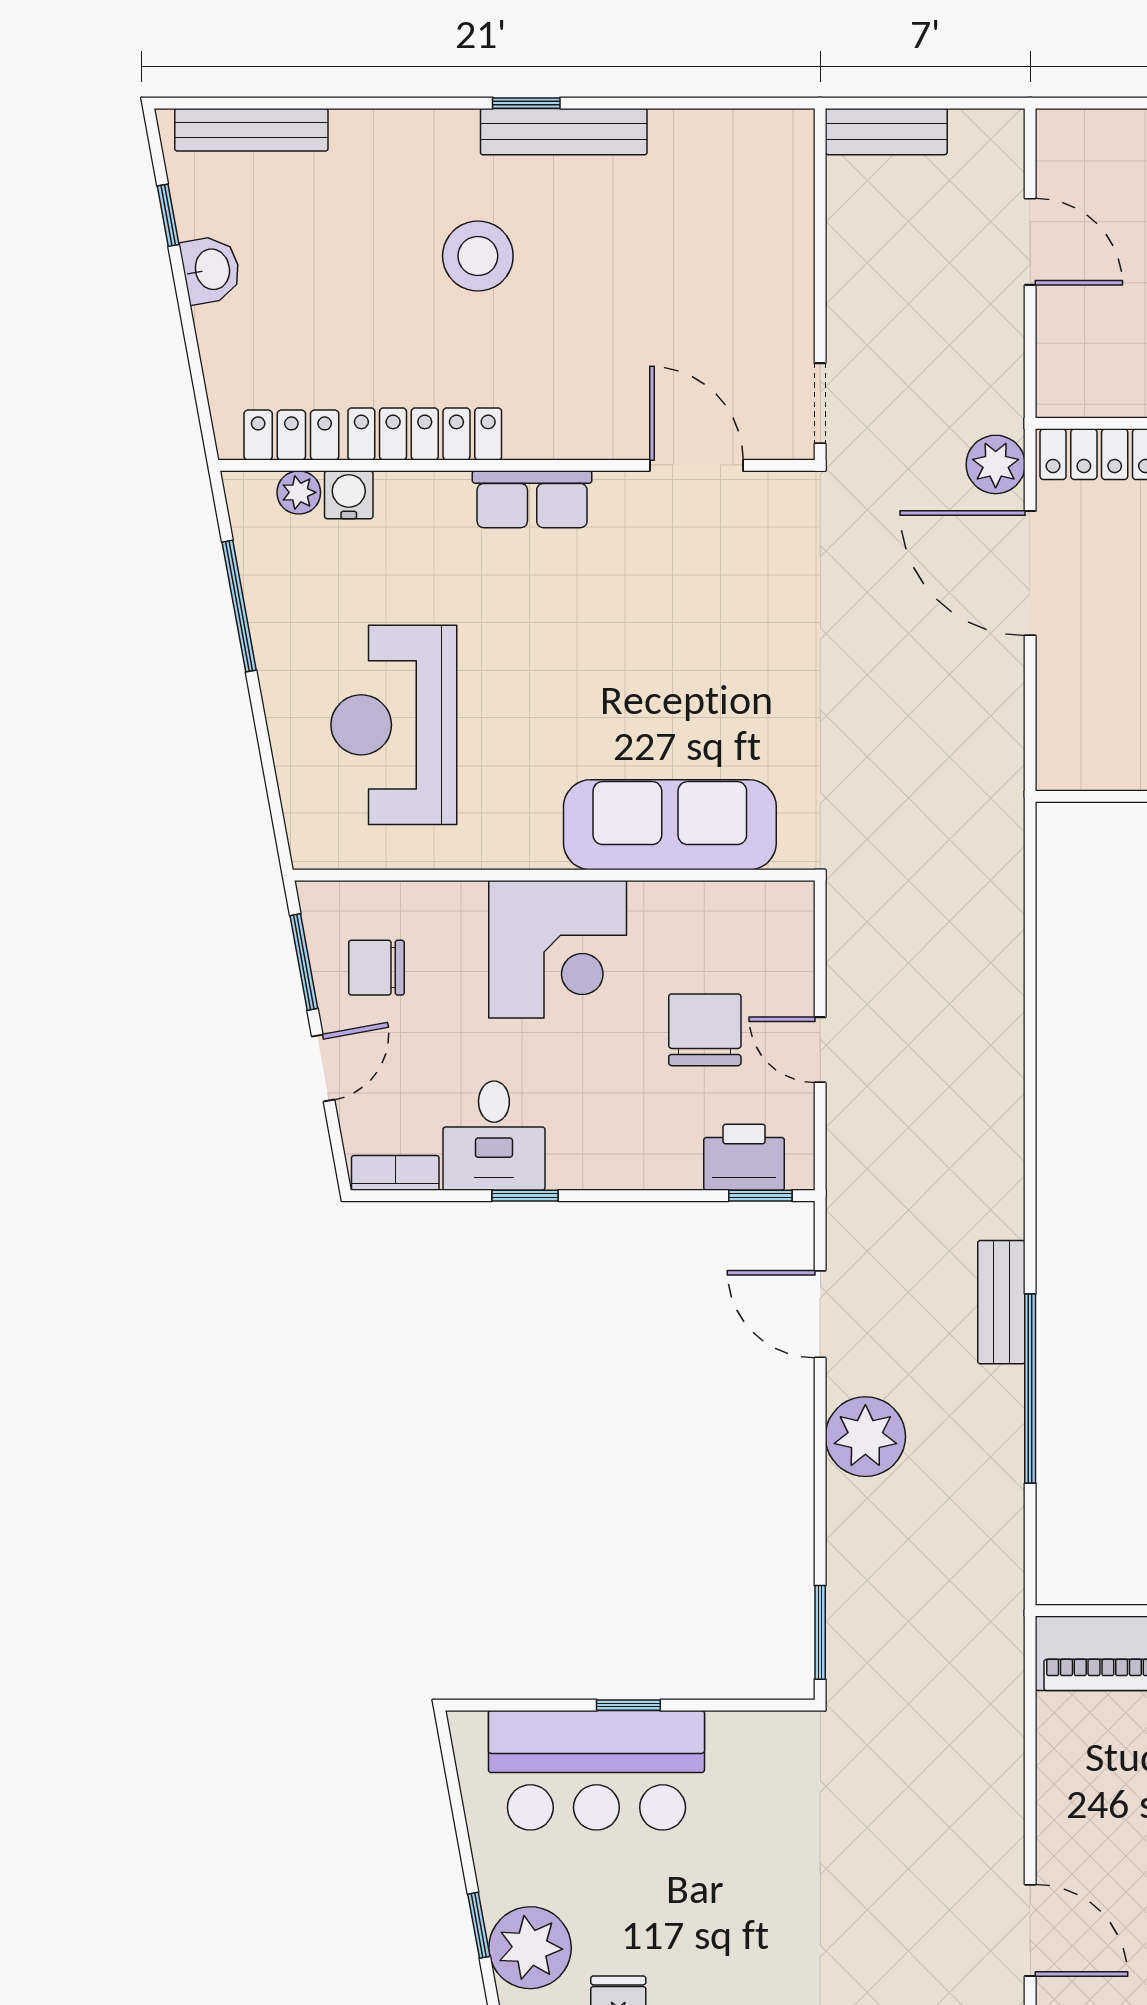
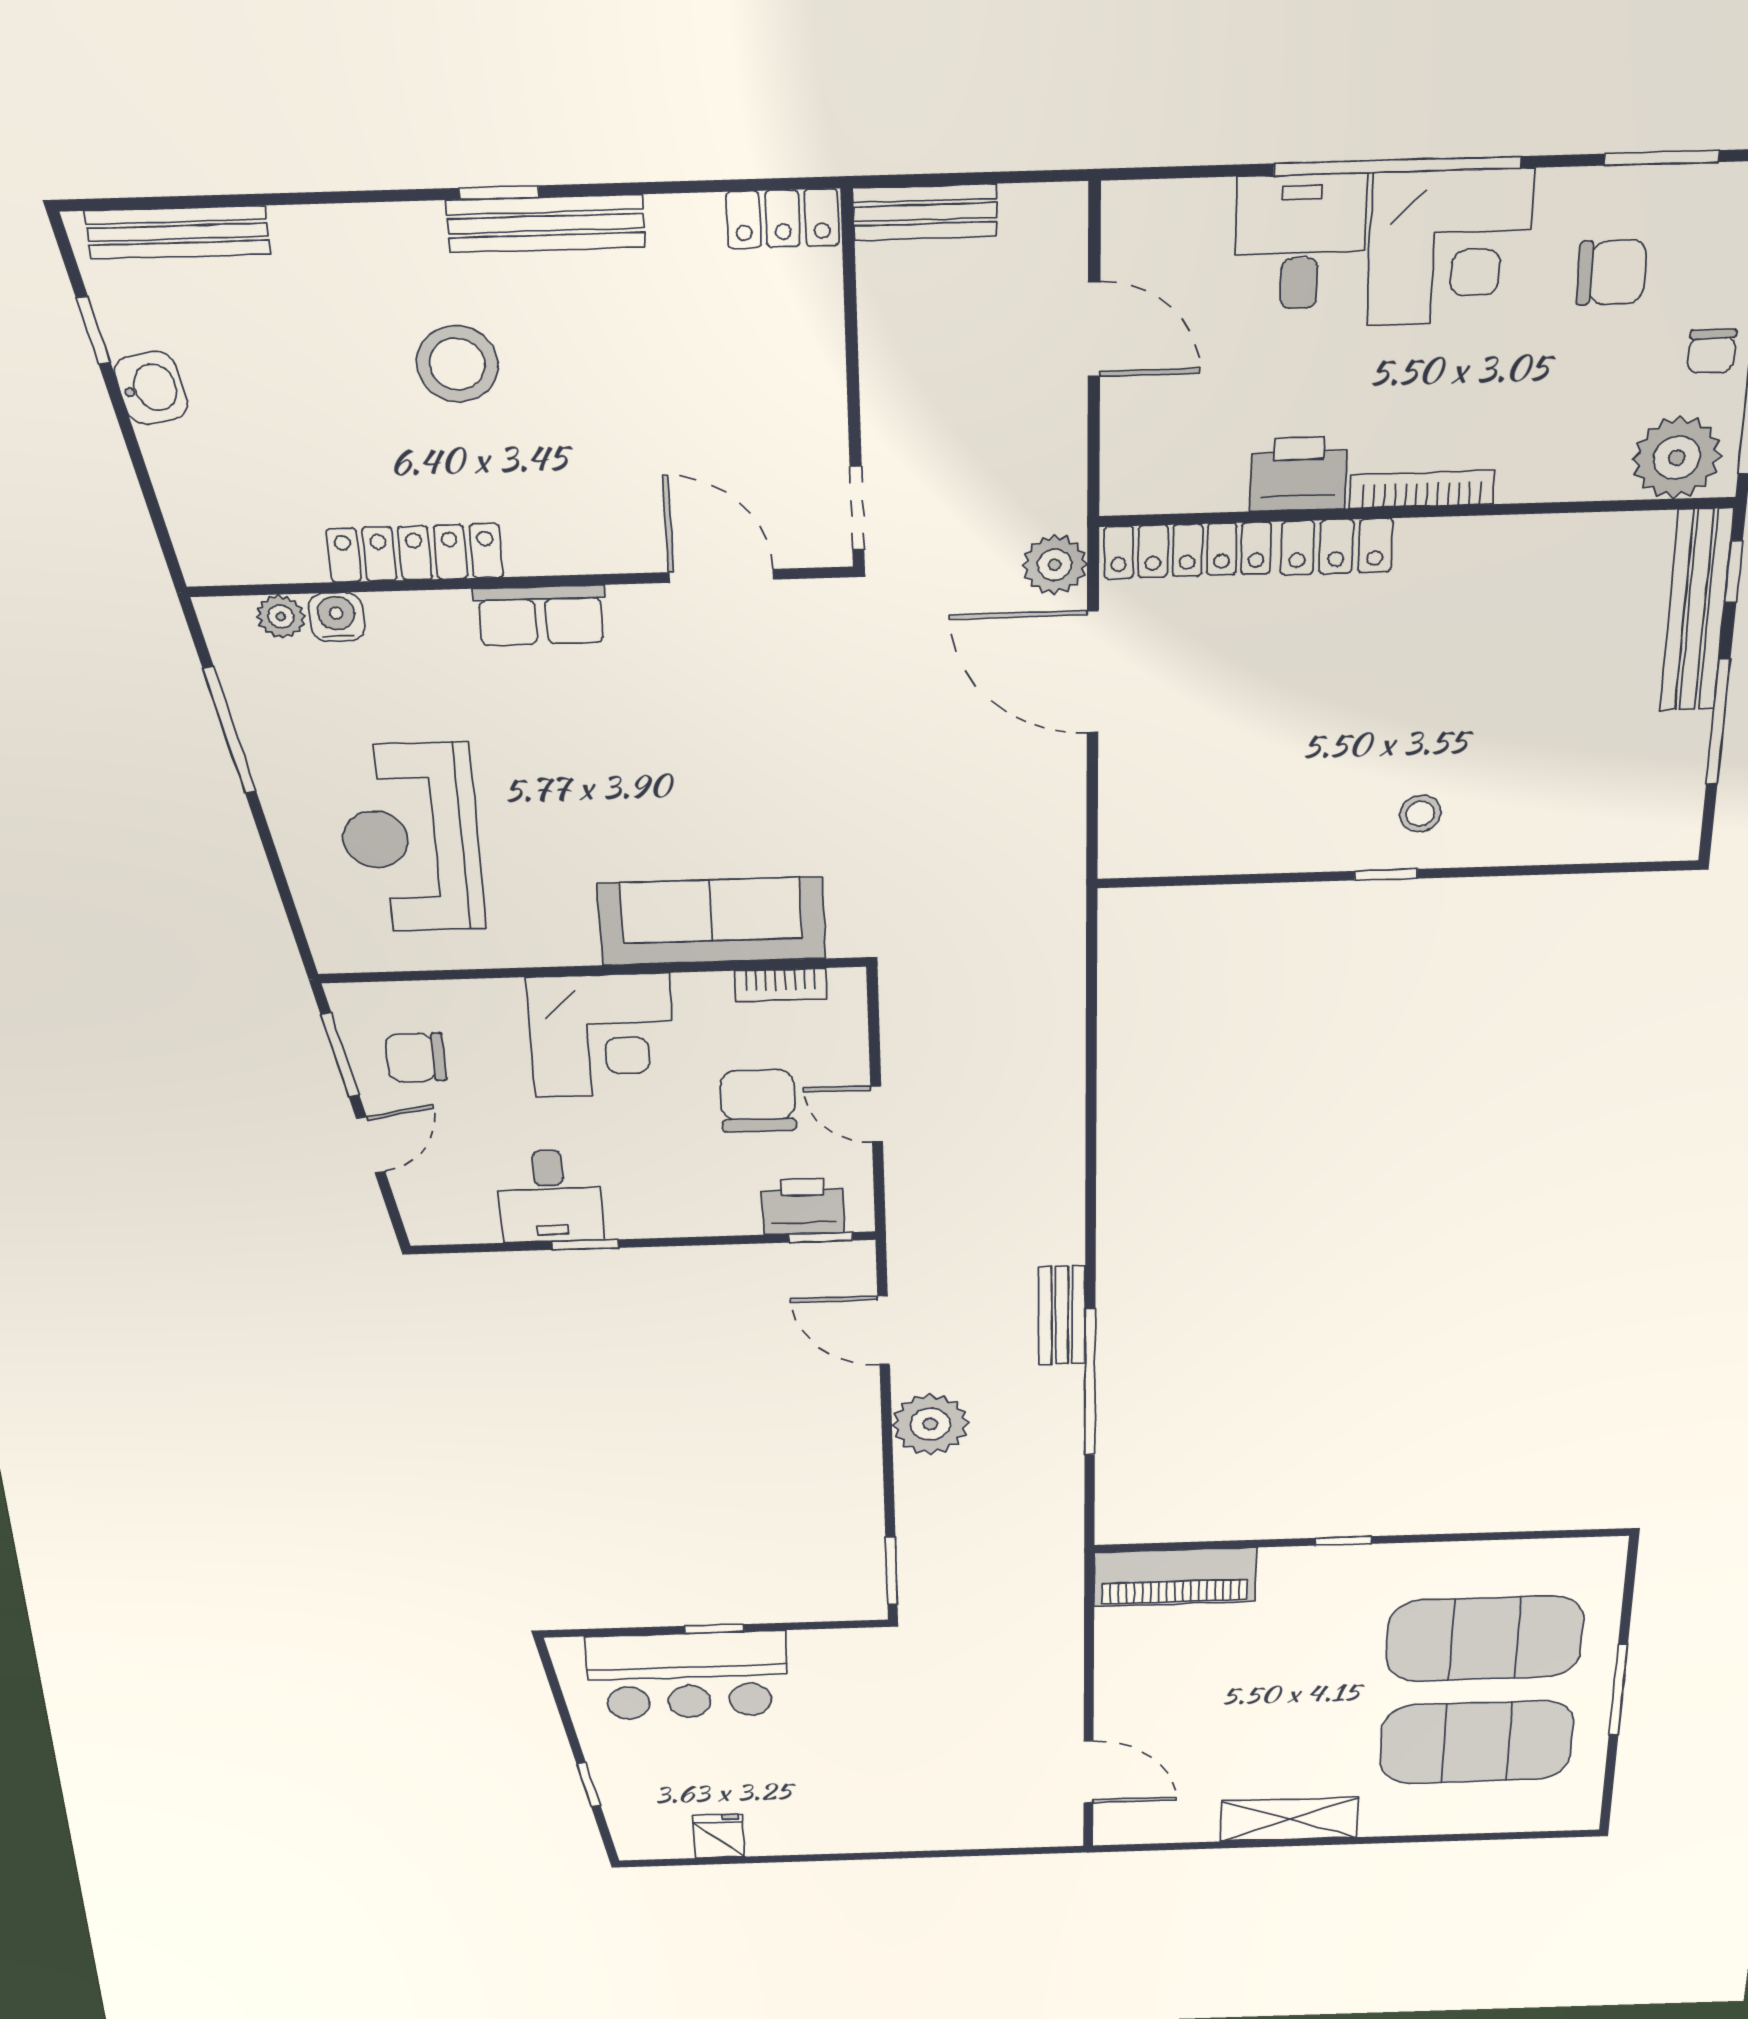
locker: (291, 435) -> (783, 219), moved, turned 180
bookcase: (395, 1173) -> (781, 985), moved, turned 180
plant: (530, 1948) -> (636, 1798), removed

